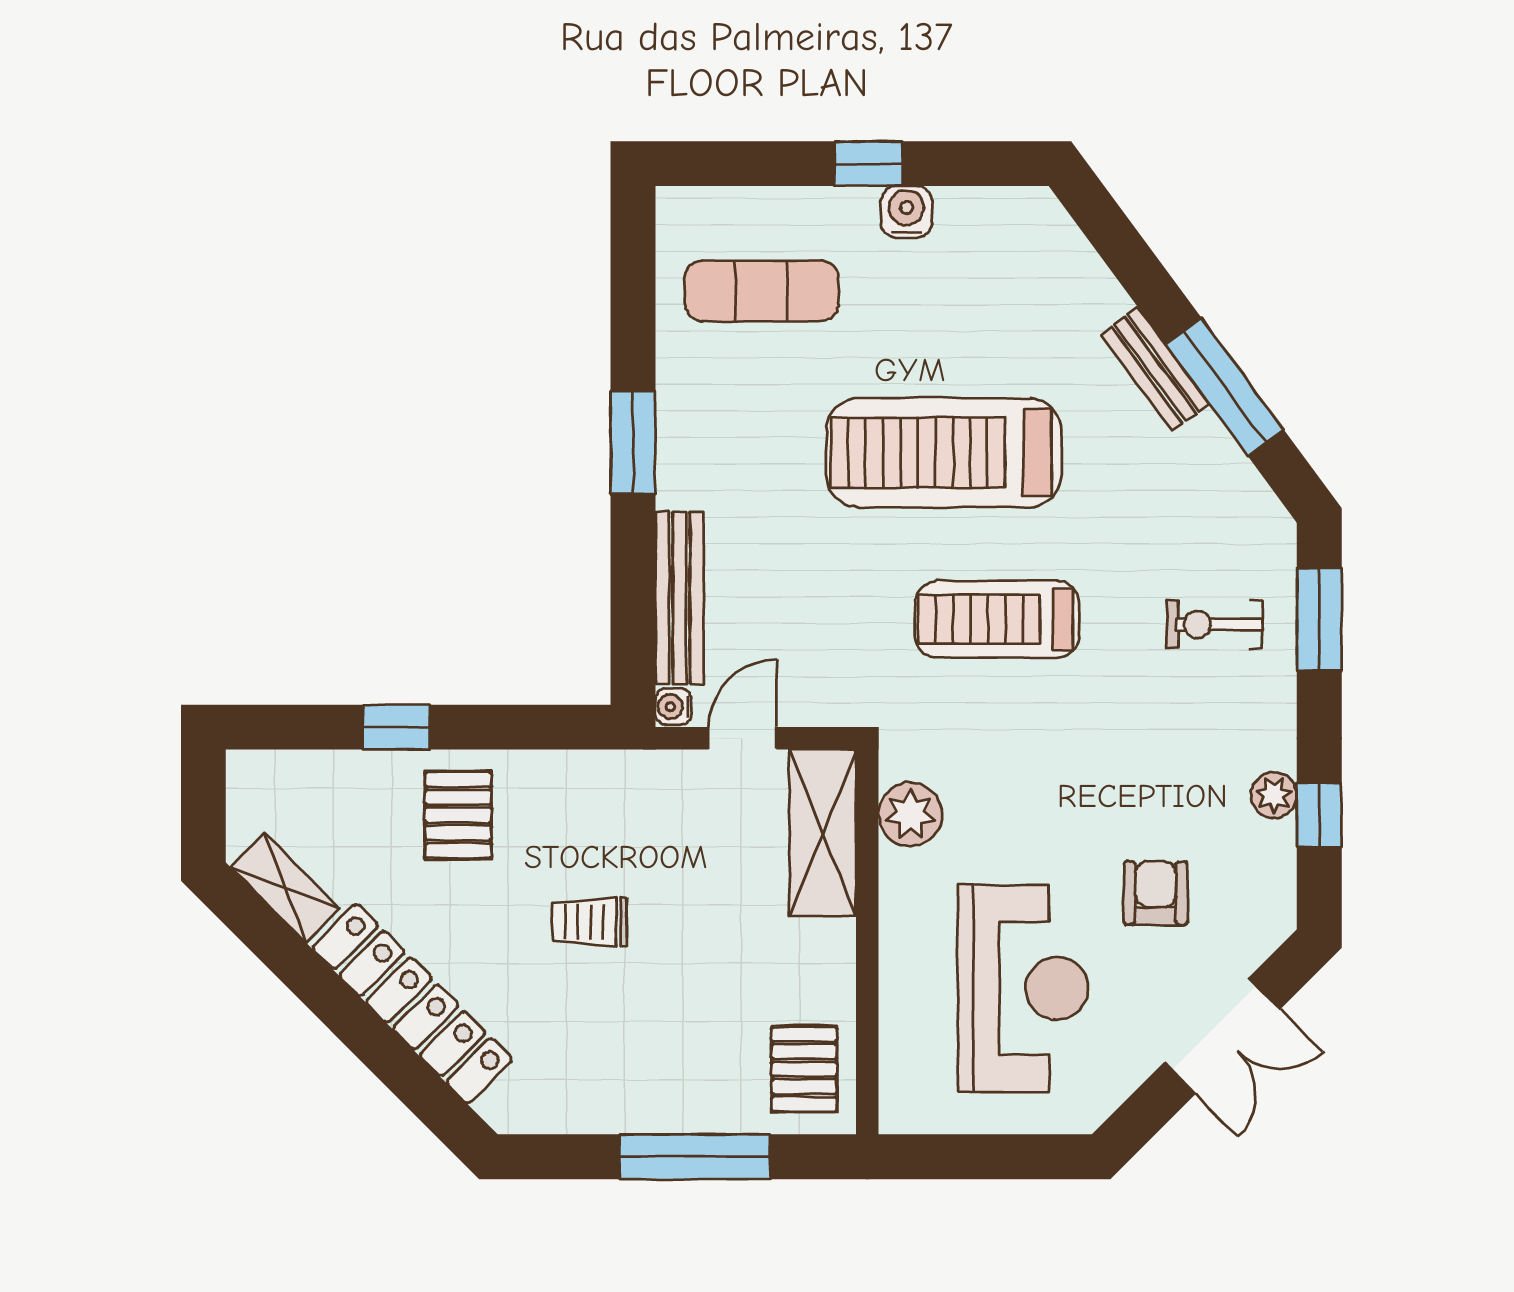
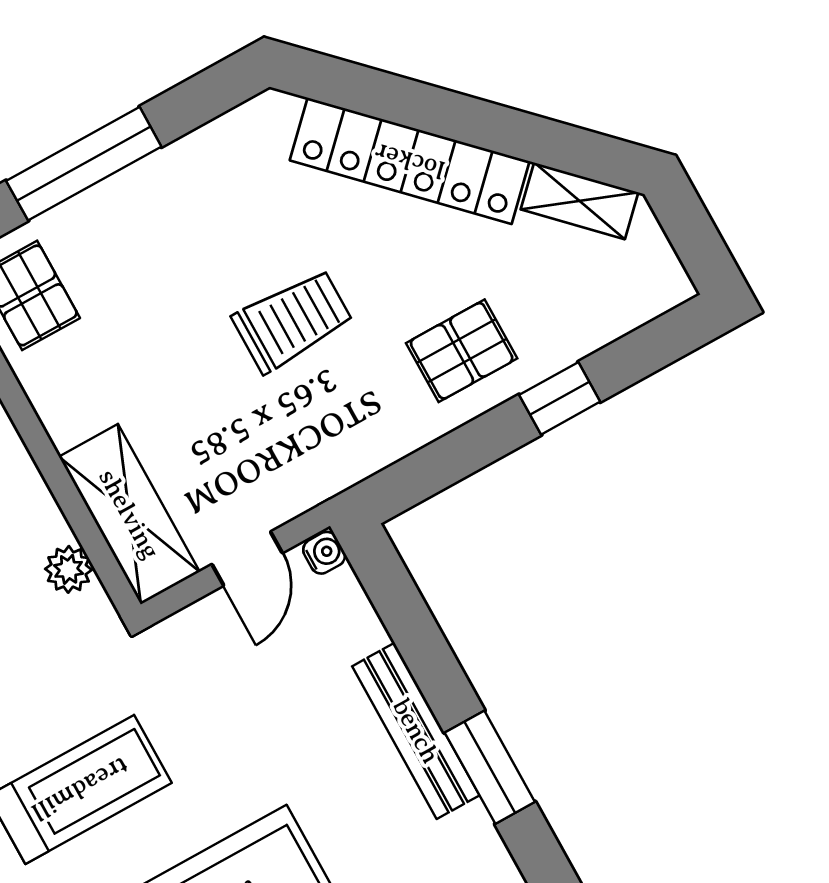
bench: (679, 598) -> (416, 731), moved
plant: (910, 814) -> (69, 569), width x0.73, depth x0.73
pallet: (458, 815) -> (462, 351), turned 90
trolley: (590, 922) -> (293, 321), width x1.36, depth x1.39

